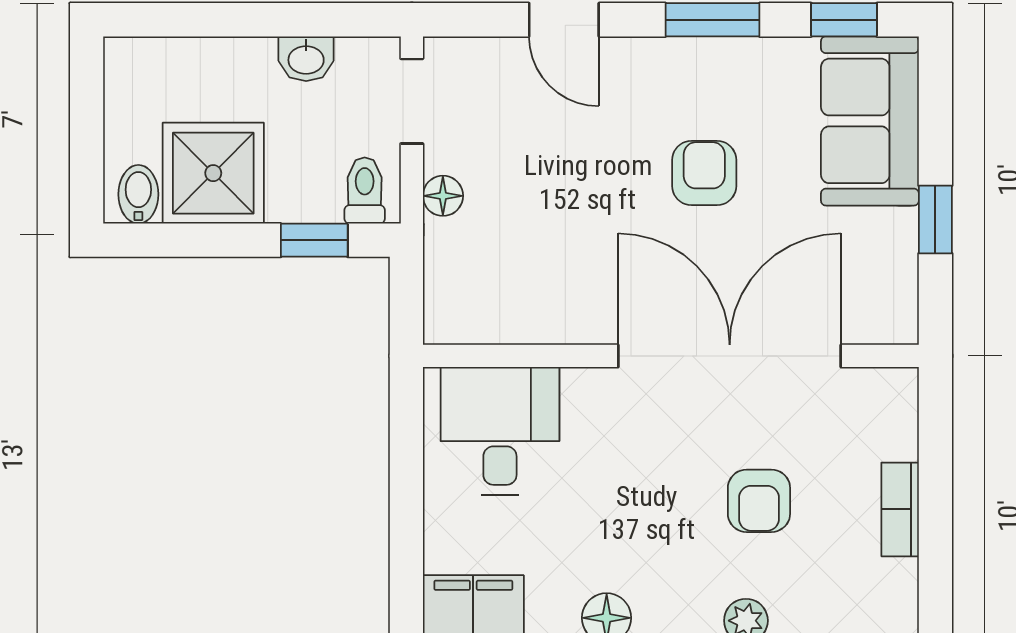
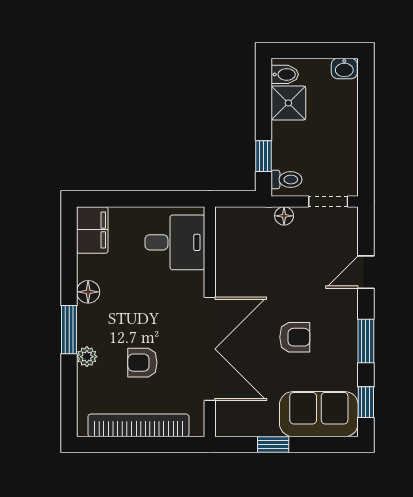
washbasin: (306, 59) -> (344, 69), moved, turned -90
shower: (213, 173) -> (288, 103), width x0.73, depth x0.73
bookcase: (900, 509) -> (138, 425), width x2.31, depth x1.31

